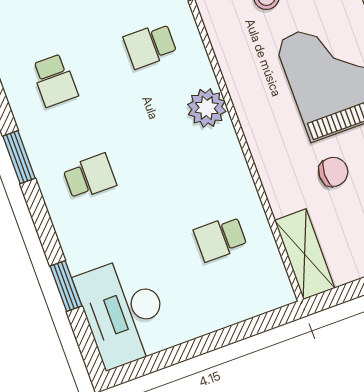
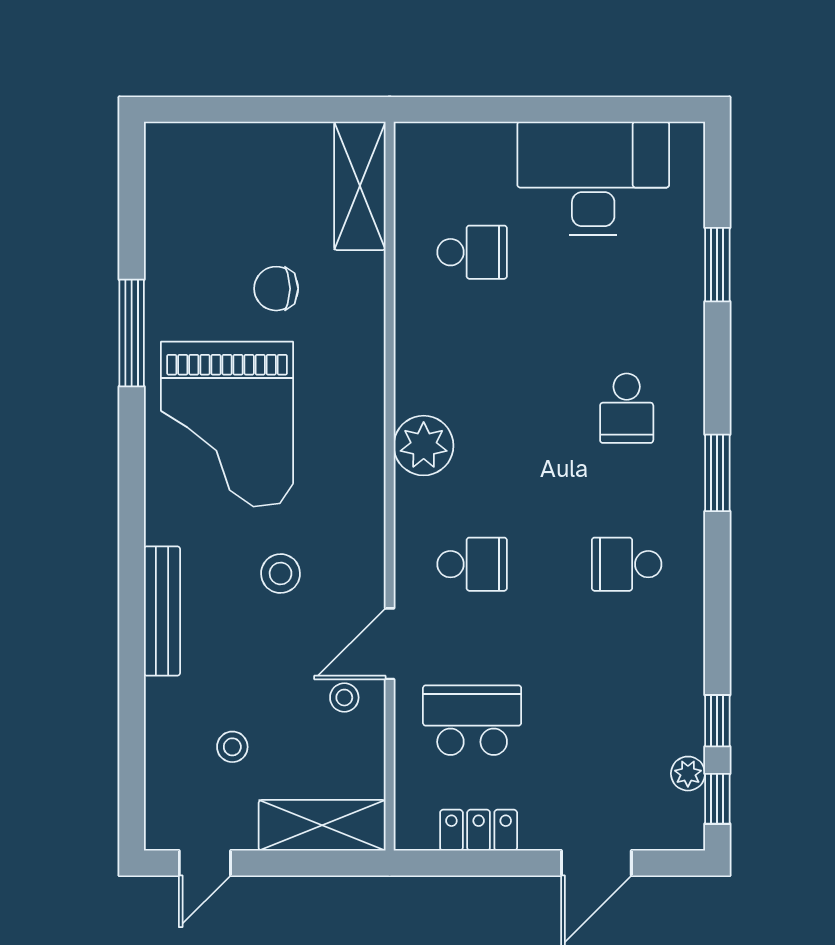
school desk: (55, 80) -> (627, 564), turned -90
school desk: (90, 177) -> (627, 408), turned -90
desk: (124, 312) -> (593, 178), moved, turned -90

